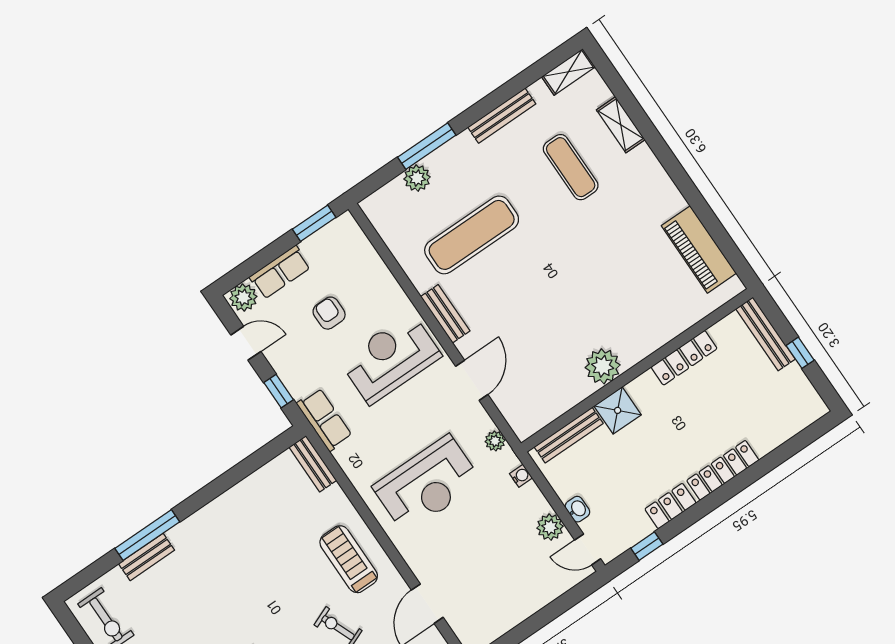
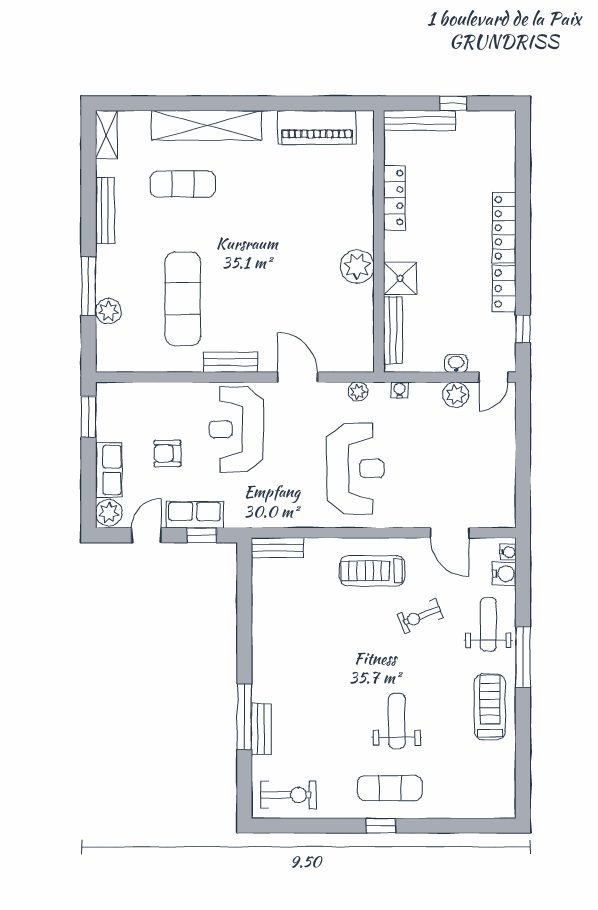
shelving: (621, 125) -> (206, 125), width x2.20, depth x1.33
row of seats: (324, 420) -> (195, 515), moved

